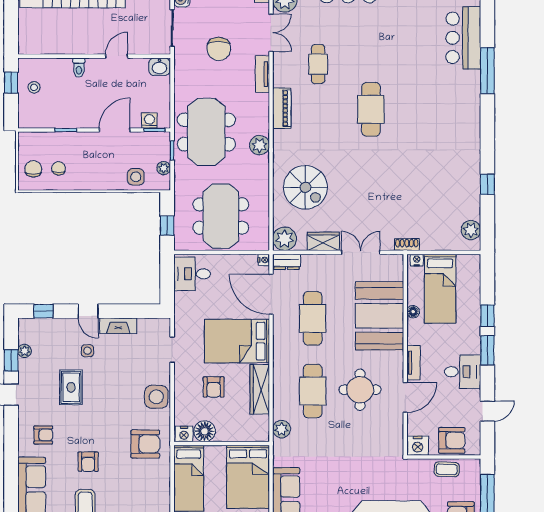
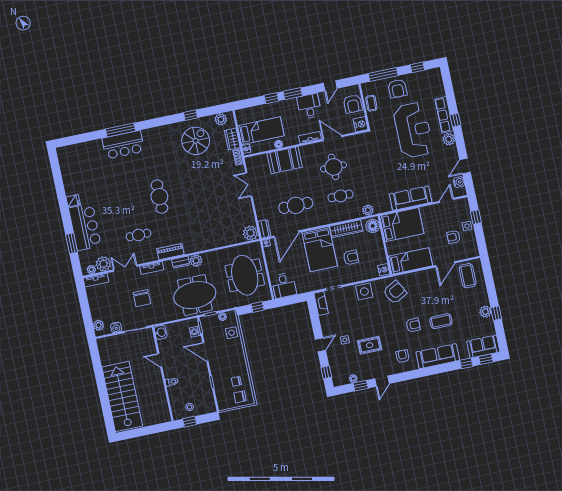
bar counter: (463, 38) -> (123, 145), moved
chair: (219, 49) -> (142, 298), turned 90
cafe table: (371, 109) -> (159, 197), turned 90
dresser: (262, 121) -> (181, 262), added
spiral stairs: (305, 187) -> (196, 141), moved
meeting table: (221, 216) -> (245, 275), turned 90
wardrobe: (323, 241) -> (232, 139), moved
booth: (380, 316) -> (285, 160), width x0.73, depth x0.70
fireplace: (118, 326) -> (321, 303), moved
cafe table: (313, 391) -> (340, 196), width x0.73, depth x0.74
door: (487, 411) -> (330, 86), swing flipped
floor lamp: (205, 431) -> (373, 226), moved
armchair: (452, 440) -> (353, 104), turned 180
armchair: (145, 444) -> (395, 292), turned 62

